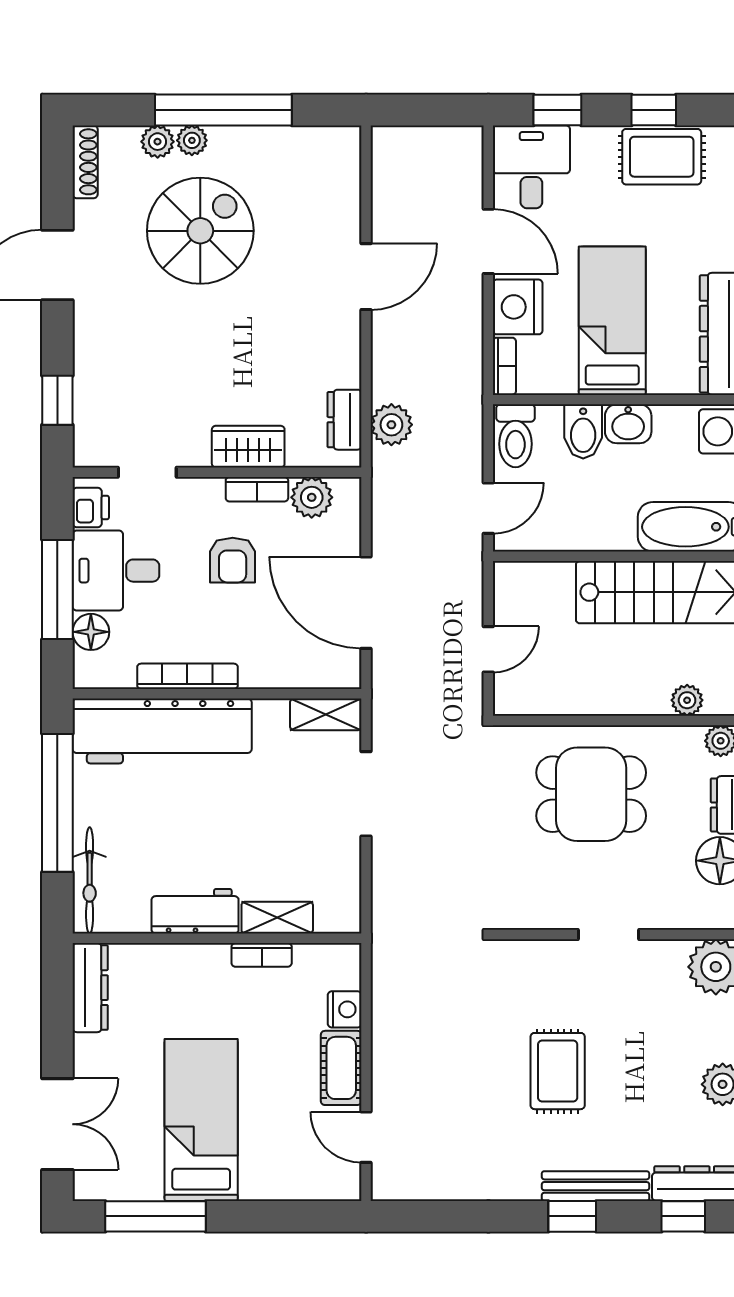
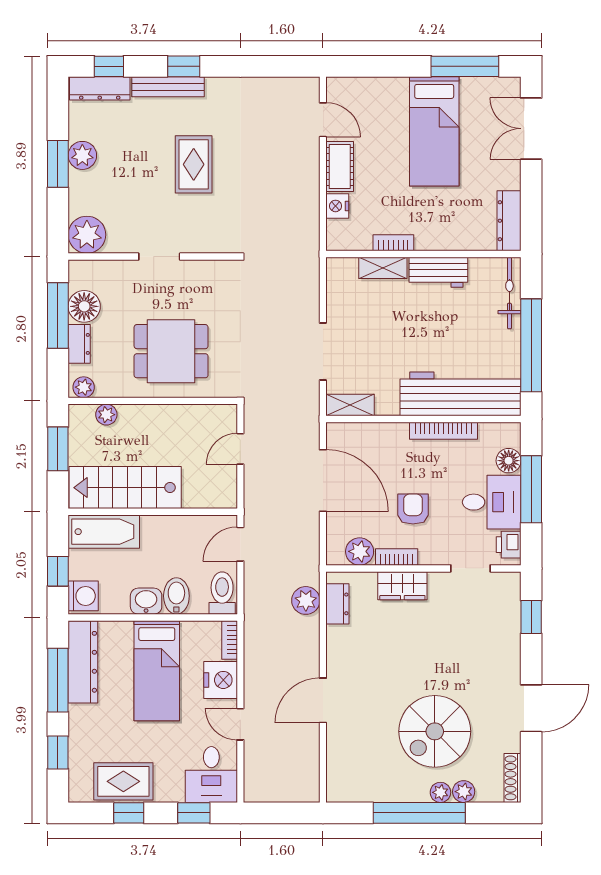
door: (488, 241) -> (240, 724), width x0.73

